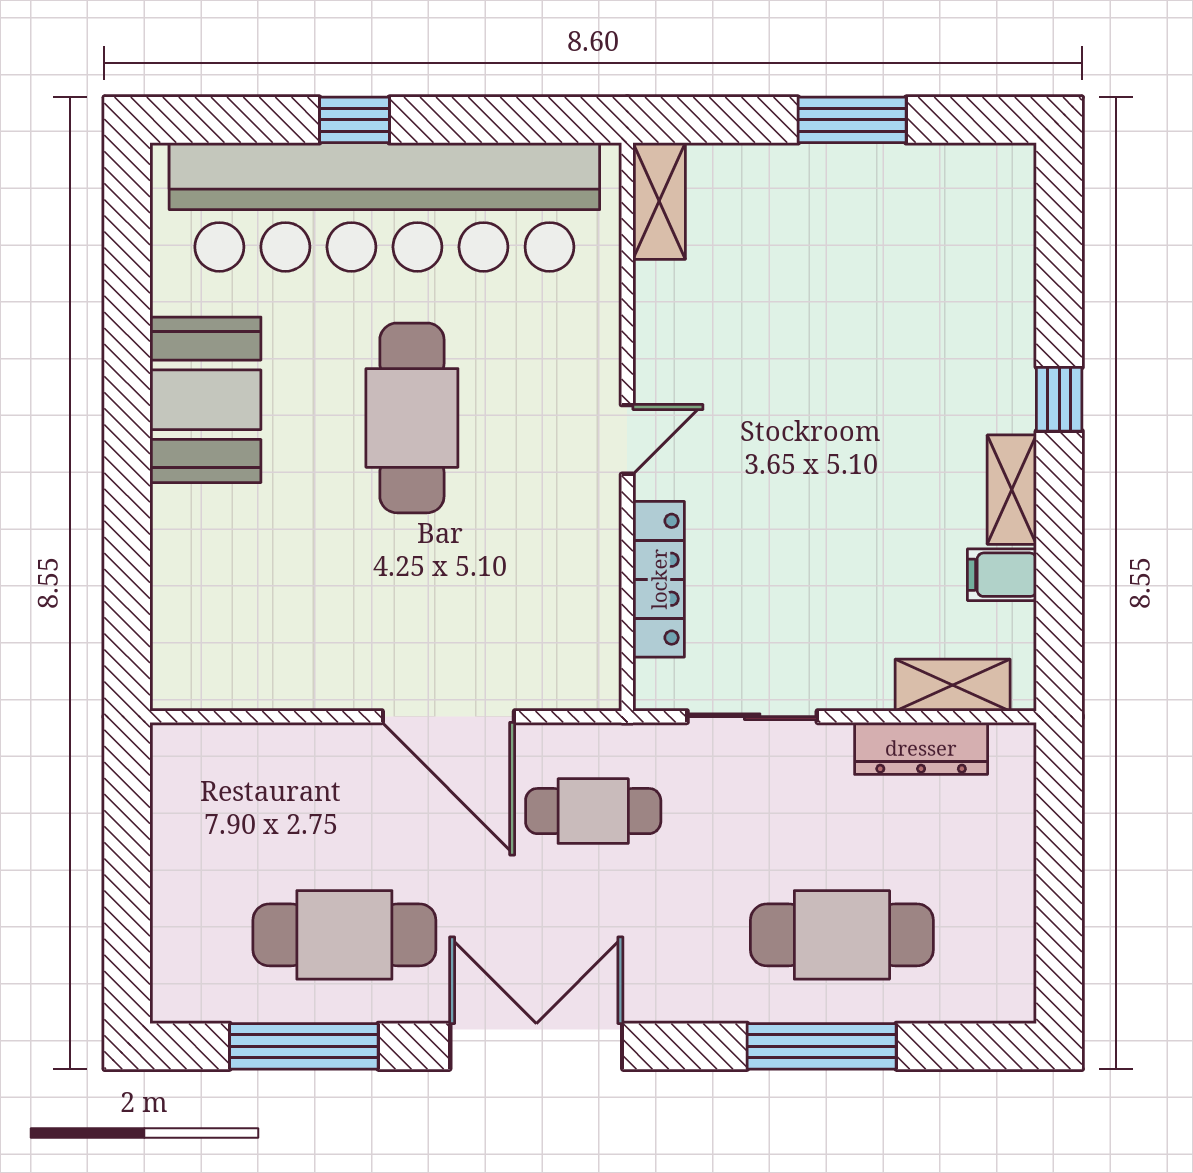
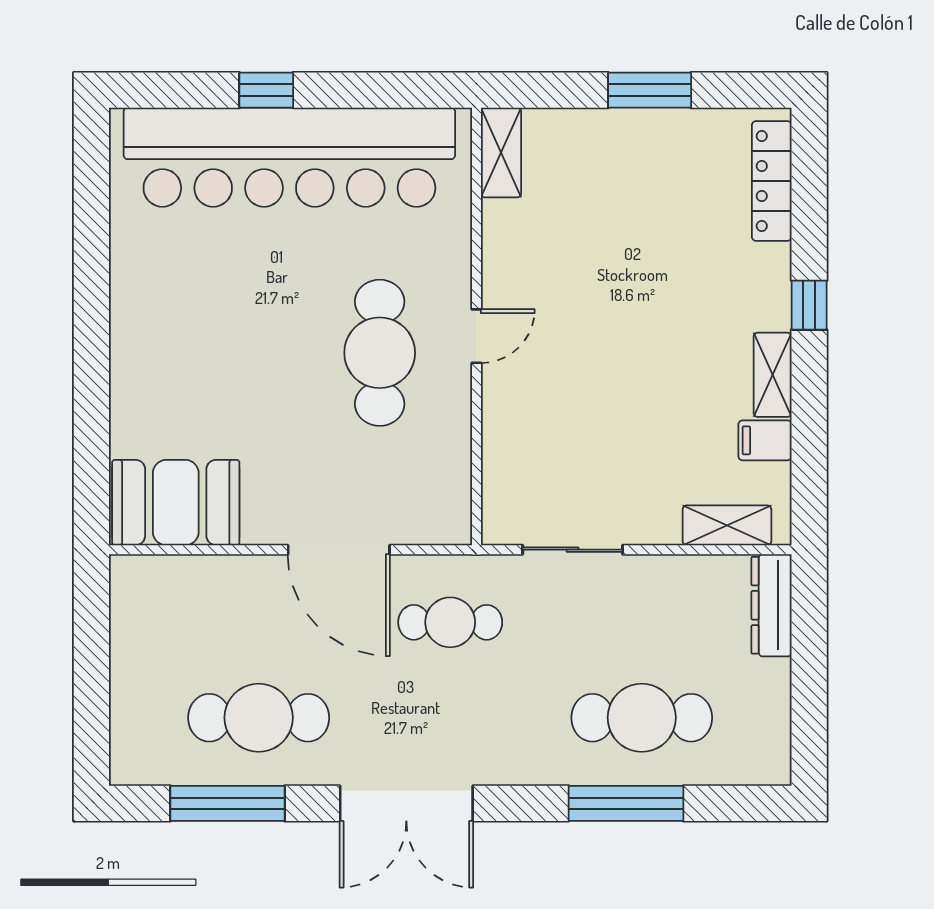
booth: (205, 400) -> (176, 503), moved, turned 90
cafe table: (412, 418) -> (380, 353), moved
locker: (659, 579) -> (772, 181), moved, turned 180
dresser: (921, 748) -> (771, 605), moved, turned 90
double door: (536, 1046) -> (406, 803), swing flipped

